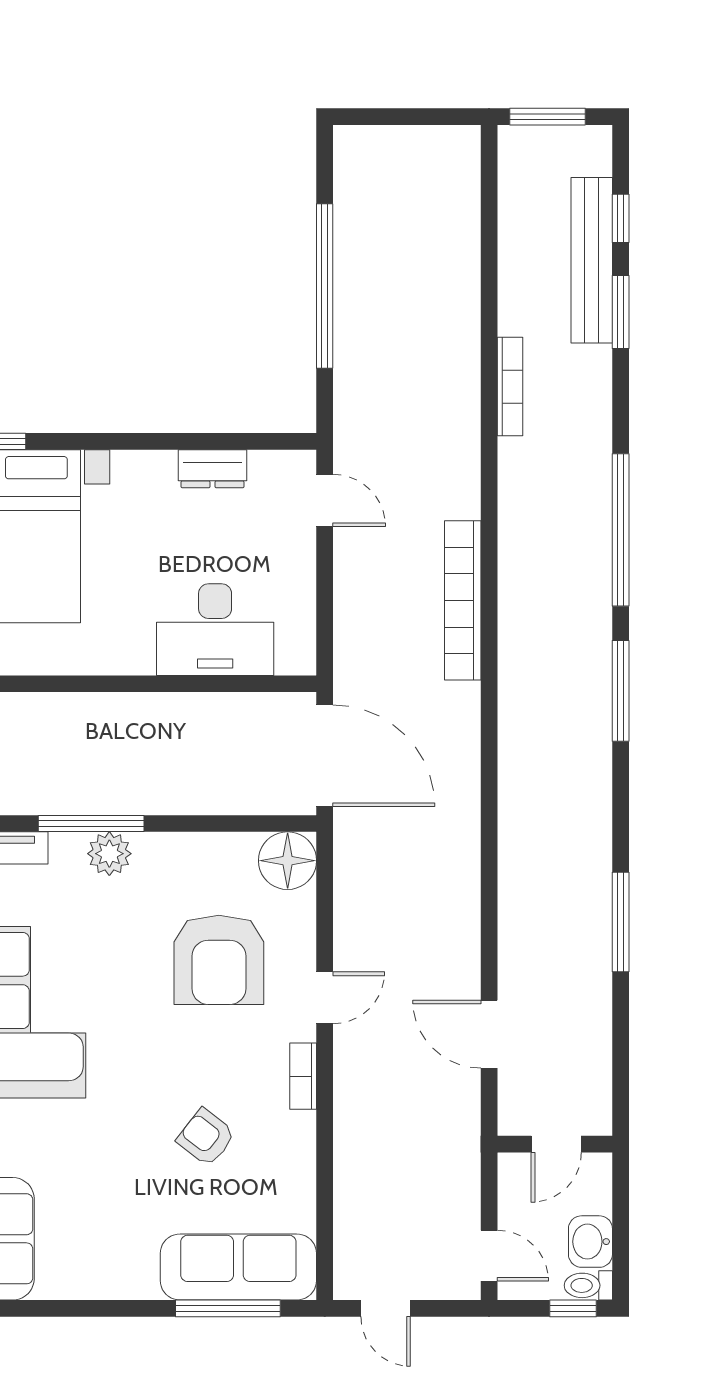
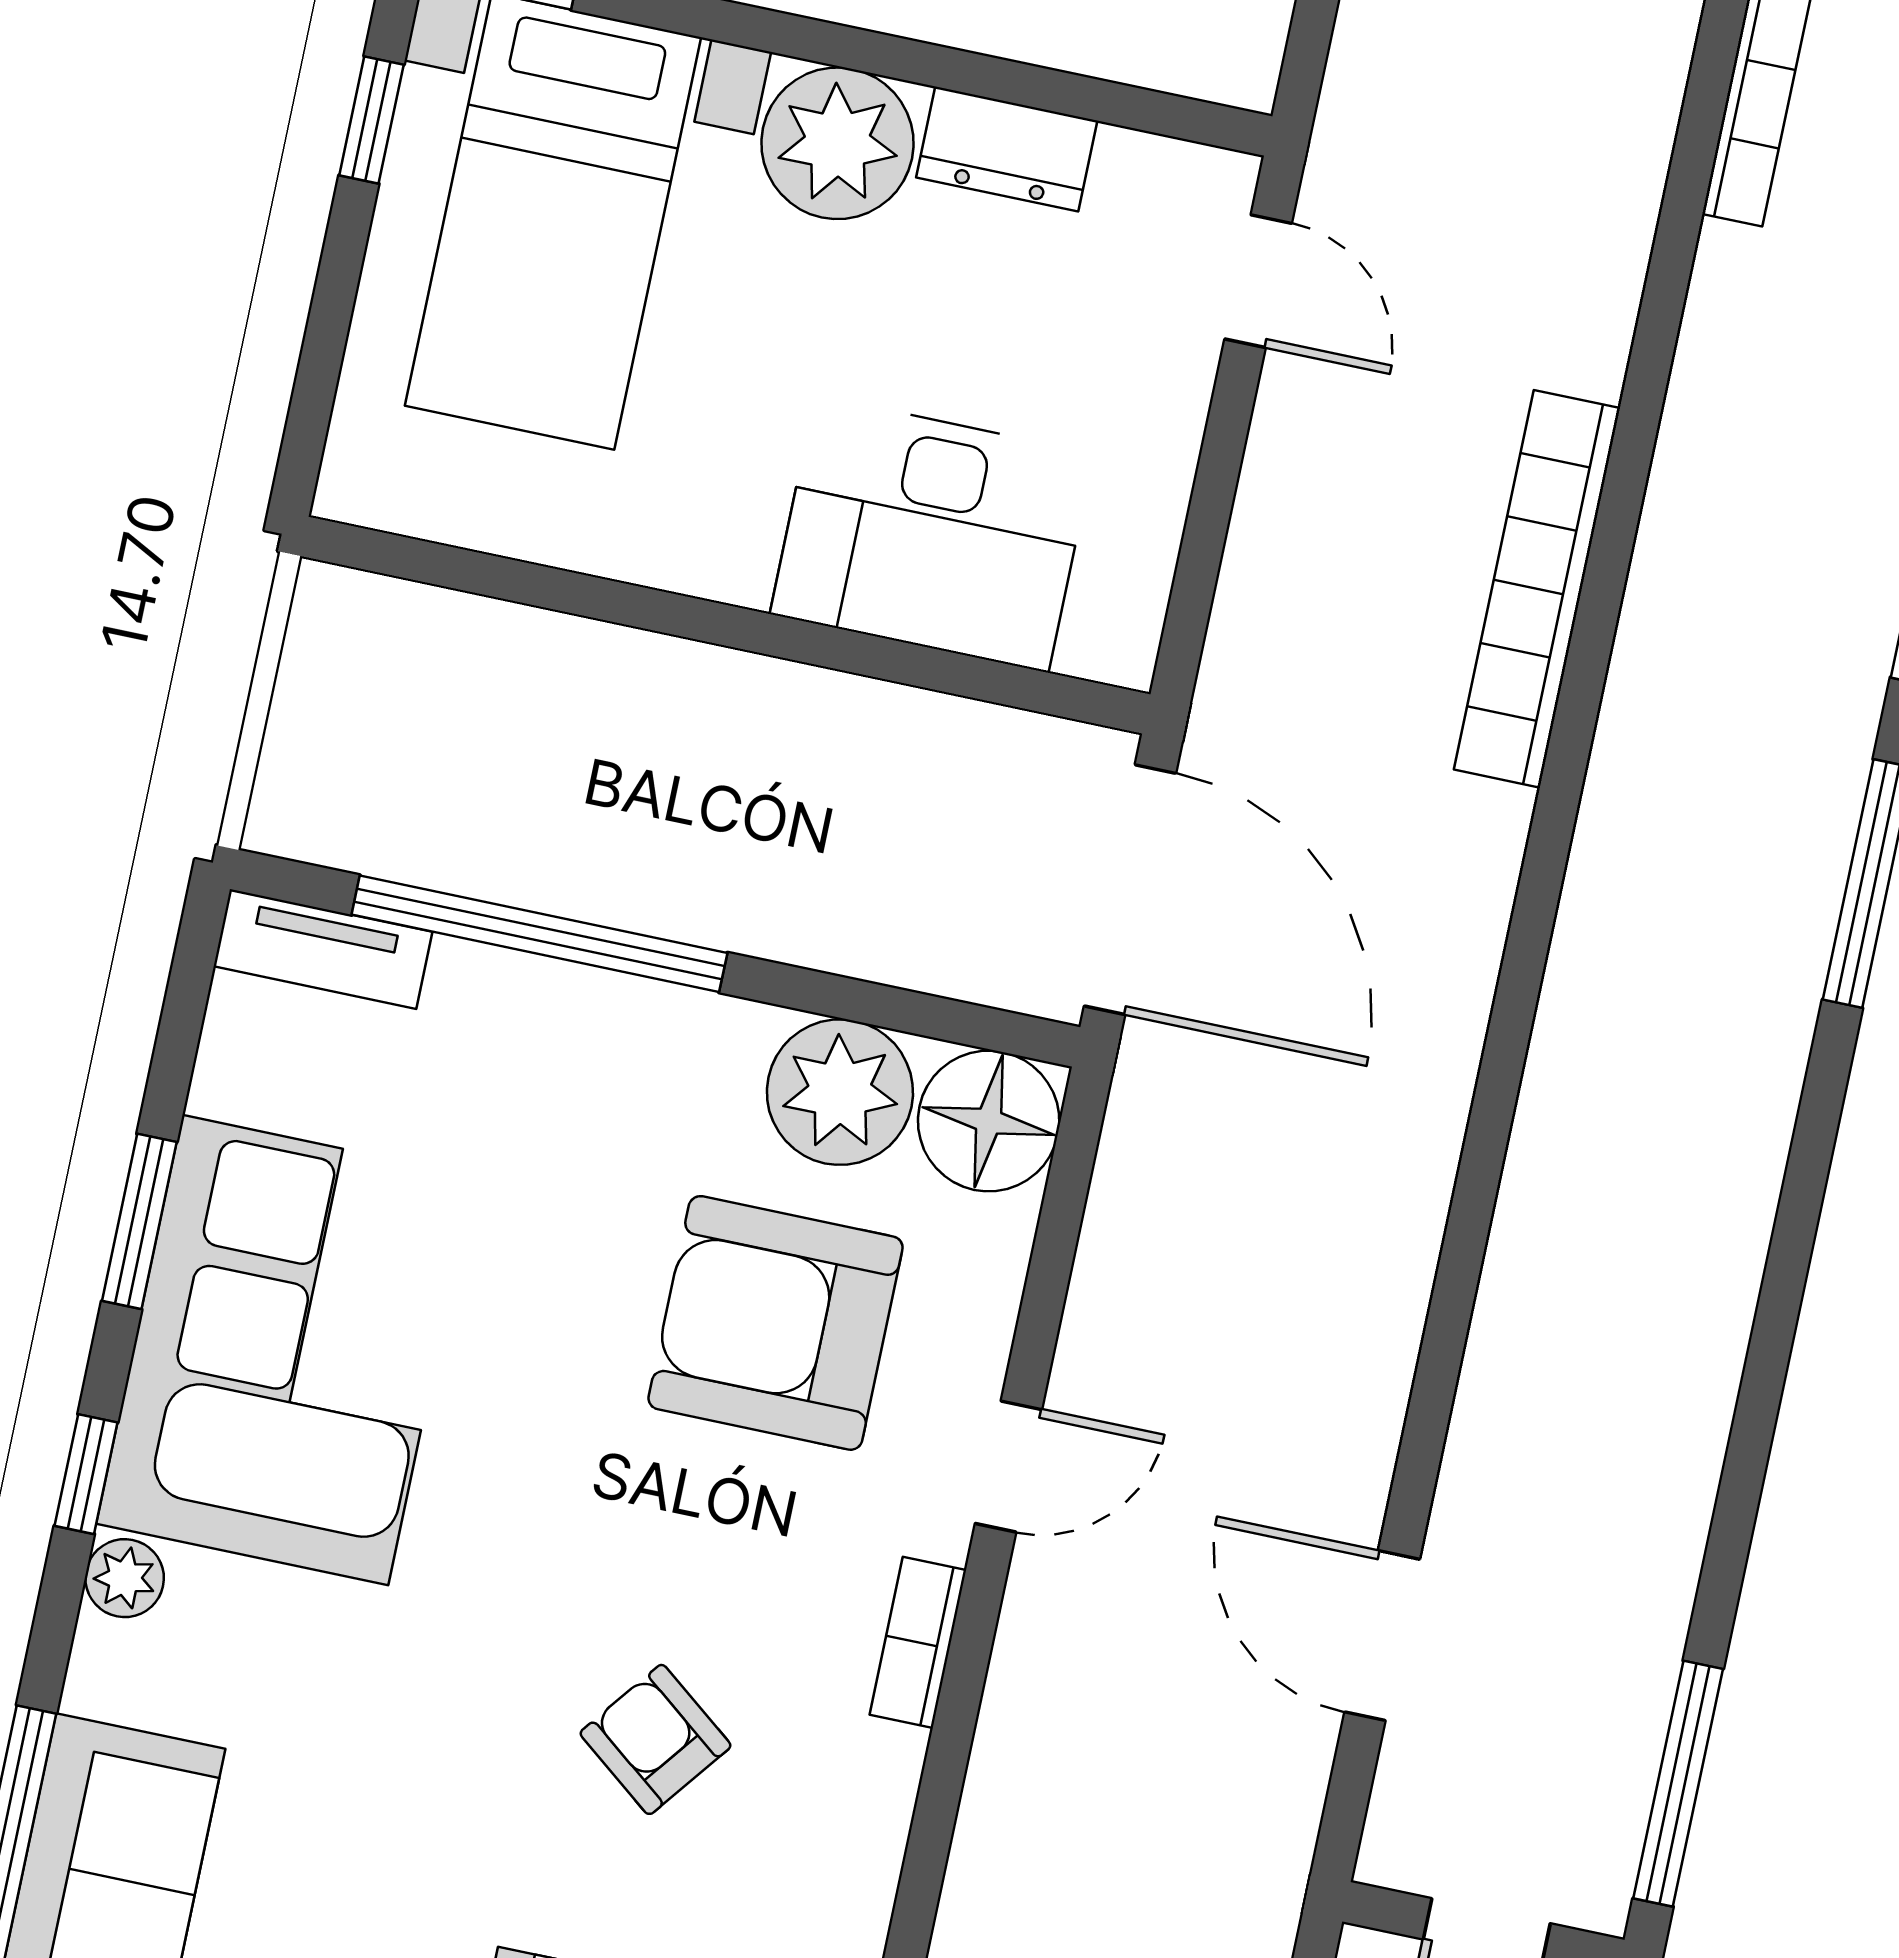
plant: (144, 481) -> (838, 143), added
window: (91, 823) -> (539, 934), width x1.46
plant: (109, 854) -> (840, 1092), moved, width x1.36, depth x1.36
window: (621, 922) -> (1678, 1784), moved
armchair: (219, 960) -> (776, 1323), turned 90

